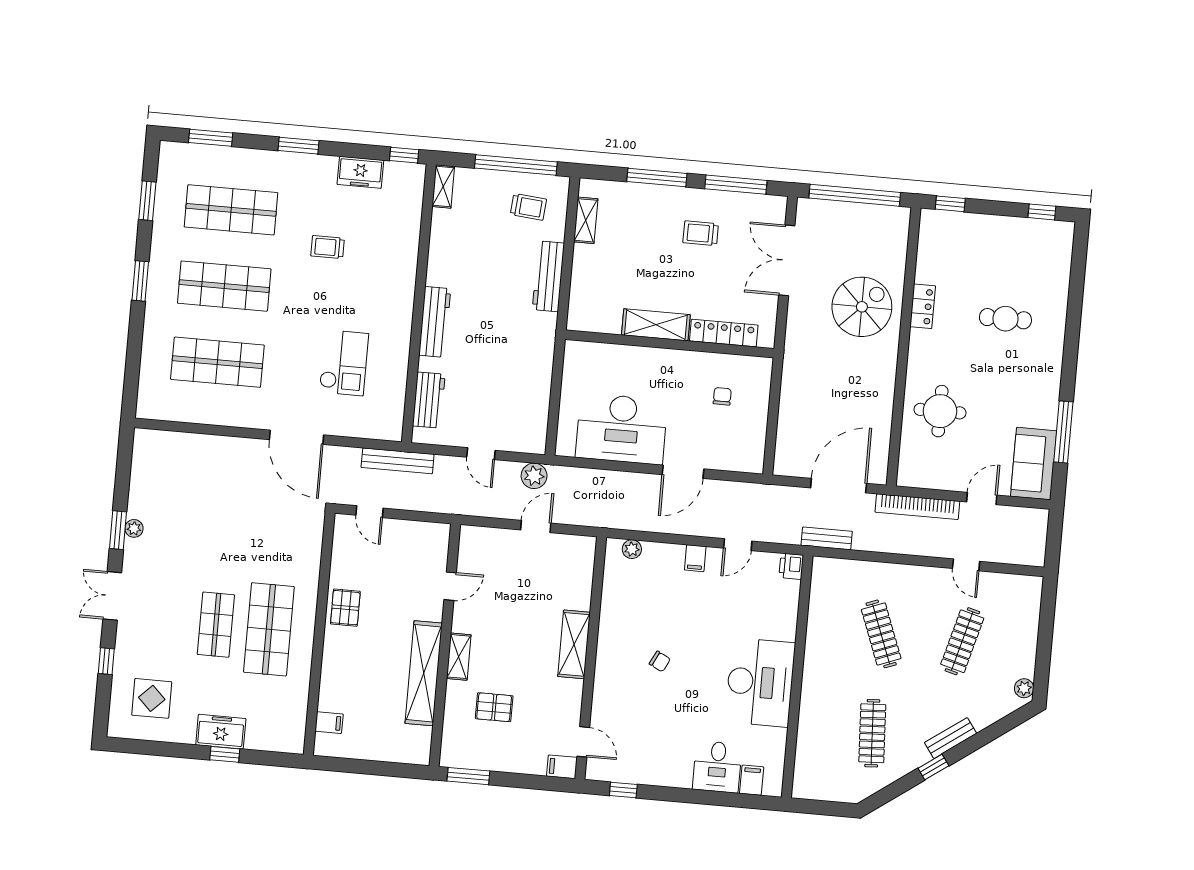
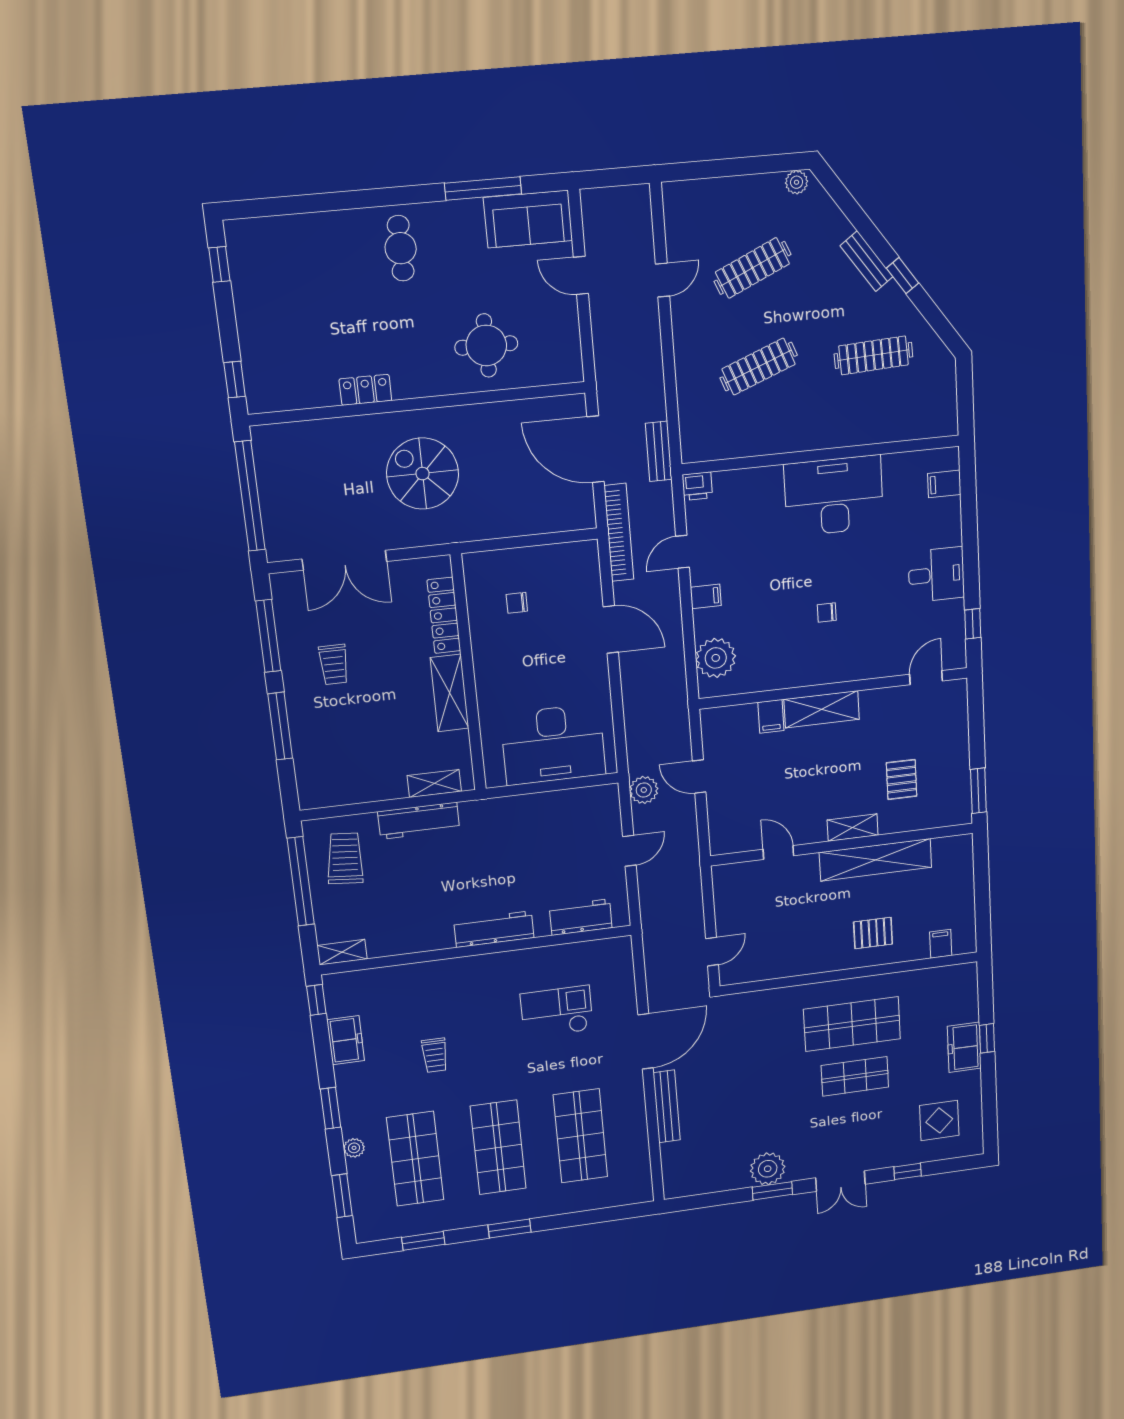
plant: (255, 158) -> (354, 1148), added
trolley: (528, 207) -> (345, 858), width x1.36, depth x1.39
shelving: (586, 220) -> (434, 783), moved
spiral stairs: (862, 307) -> (423, 474), moved
cafe table: (1005, 319) -> (401, 248), moved
desk: (622, 429) -> (553, 744), moved, turned 90
bench: (398, 461) -> (667, 1106), moved
bookcase: (917, 507) -> (619, 532), moved
plant: (134, 528) -> (768, 1169), width x1.87, depth x1.87
door: (738, 545) -> (683, 552), swing flipped
plant: (632, 549) -> (716, 658), width x1.87, depth x1.87
pallet: (345, 608) -> (873, 933), moved
clothes rail: (962, 641) -> (752, 268), turned -39
chair: (660, 661) -> (827, 612), turned -117
filing cabinet: (562, 767) -> (771, 716), moved
desk: (717, 767) -> (936, 575), moved

